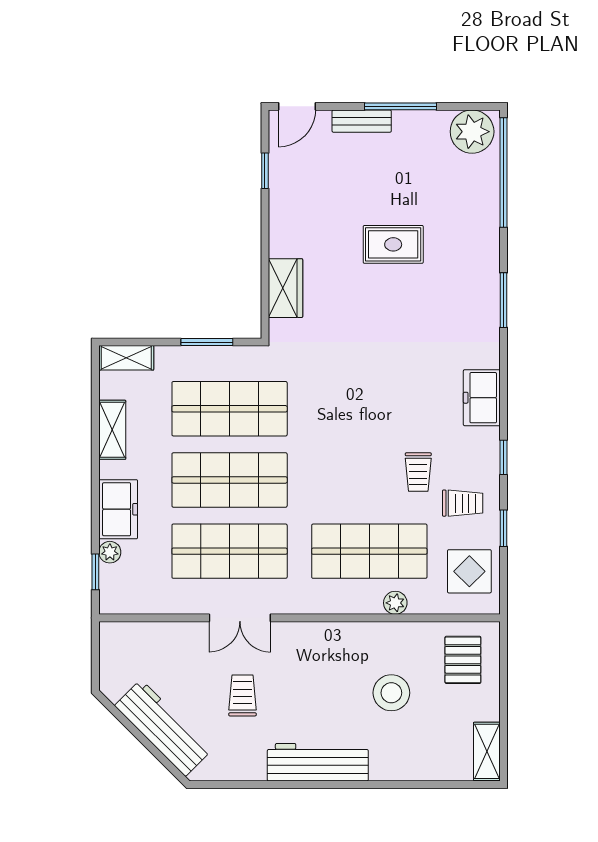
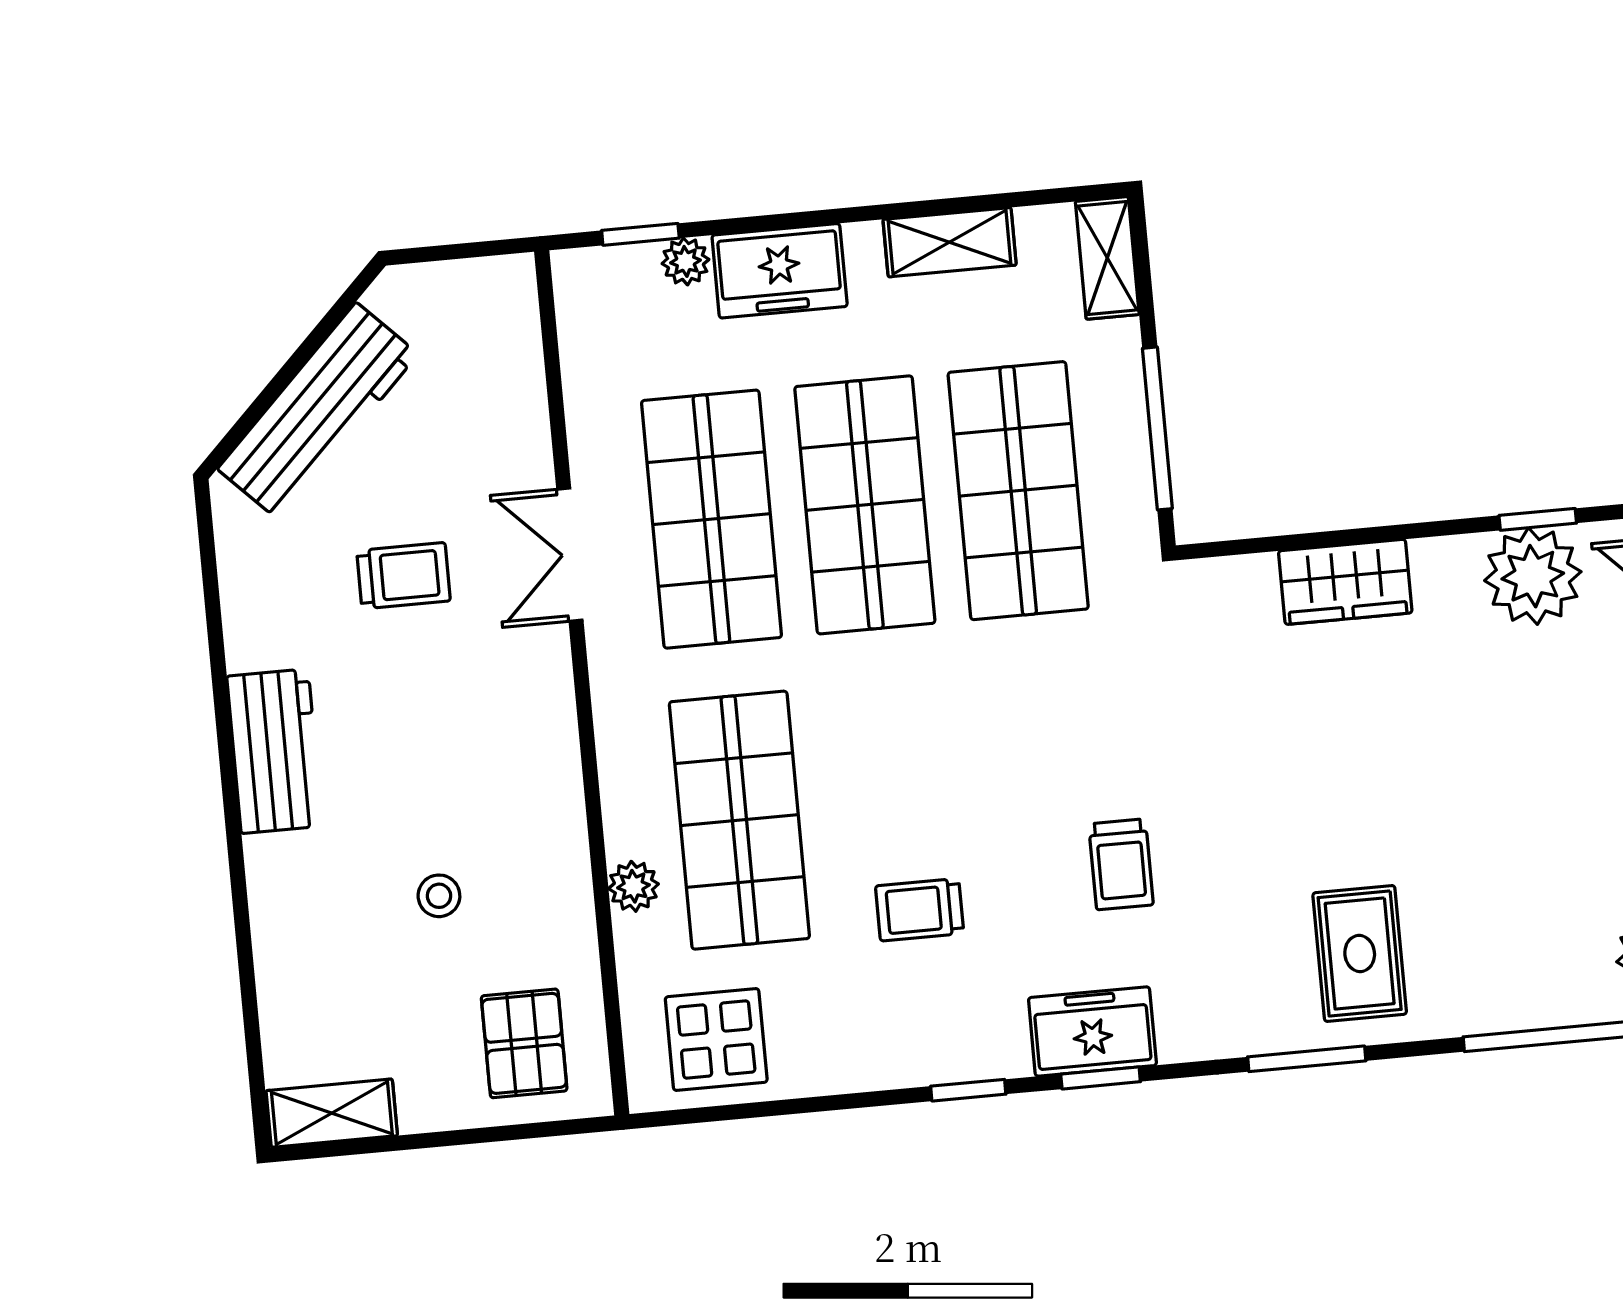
plant: (291, 175) -> (1533, 576), added
rug: (393, 244) -> (1360, 953), moved
wardrobe: (286, 288) -> (1345, 582), moved
window: (207, 342) -> (1157, 428), width x1.44
trolley: (463, 503) -> (1121, 864), moved
window: (503, 528) -> (1101, 1078), moved
pallet: (463, 660) -> (524, 1043), turned 90
stool: (391, 693) -> (439, 896), width x0.53, depth x0.53
workbench: (318, 762) -> (275, 751), width x0.73

